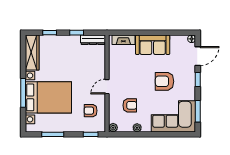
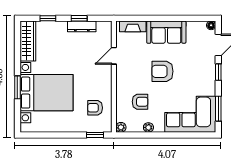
dresser: (93, 40) -> (82, 26), moved
armchair: (165, 81) -> (162, 71), moved
door: (107, 87) -> (114, 56), moved
window: (23, 93) -> (17, 87), width x0.69
window: (53, 134) -> (52, 135), removed

